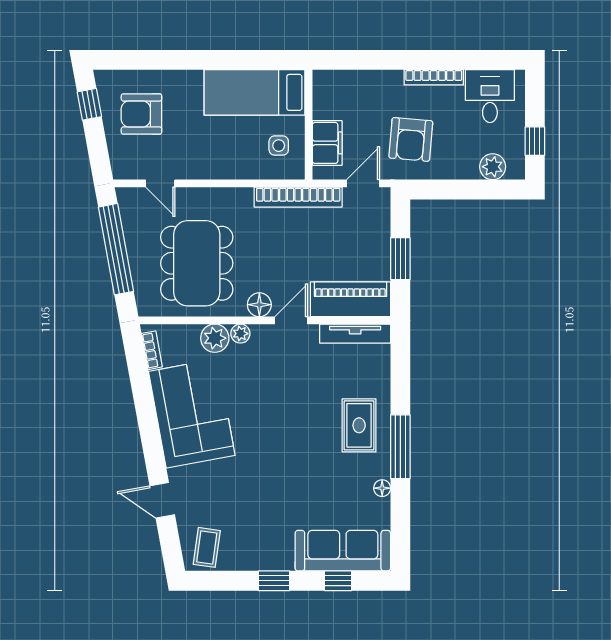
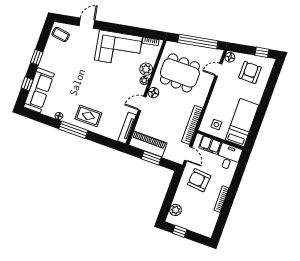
desk: (490, 96) -> (229, 157), moved, turned -90
floor lamp: (125, 169) -> (230, 57), added
piano: (350, 299) -> (148, 144), moved, turned -90
door: (291, 320) -> (142, 104), swing flipped

